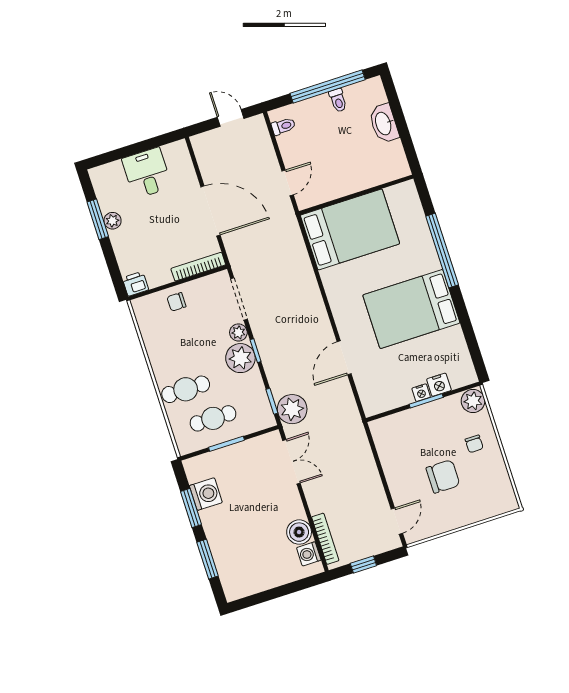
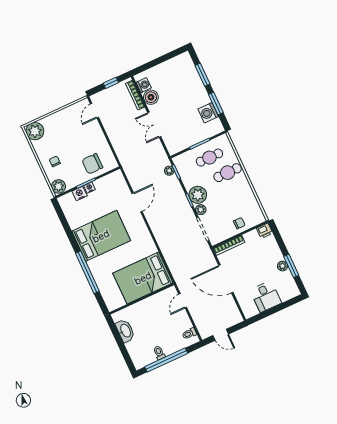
washbasin: (384, 123) -> (125, 331), moved
plant: (292, 409) -> (169, 171), width x0.53, depth x0.53
double door: (291, 462) -> (154, 125), moved
chair: (443, 476) -> (92, 164), moved
plant: (501, 499) -> (35, 131), added

